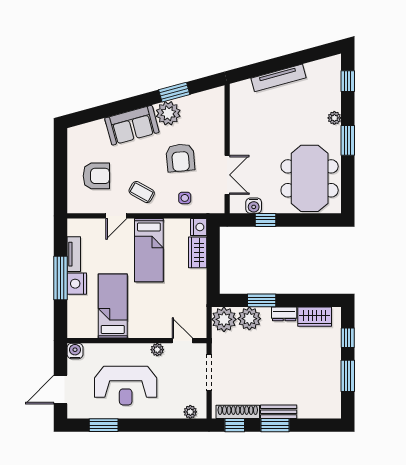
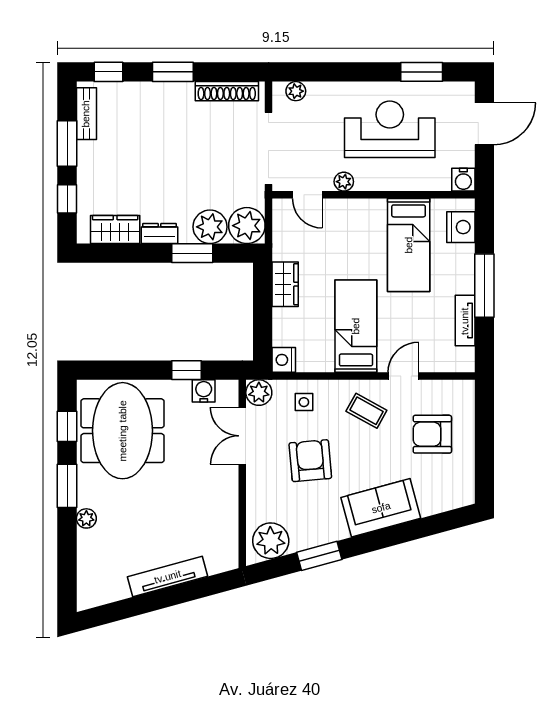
window: (348, 81) -> (67, 426), moved
plant: (168, 113) -> (271, 541), moved
plant: (216, 205) -> (259, 393), added
wardrobe: (198, 252) -> (285, 284), moved
nightstand: (77, 284) -> (461, 227), moved
doorway: (209, 373) -> (269, 148), width x1.36
bench: (279, 412) -> (86, 114), moved, turned 90
window: (235, 425) -> (108, 72), moved

